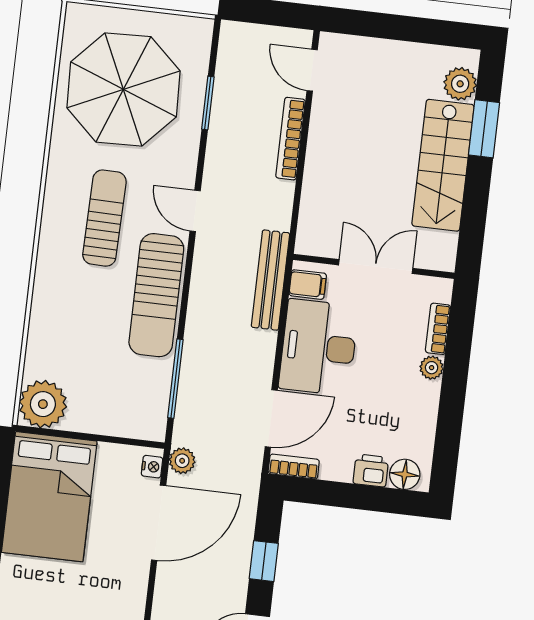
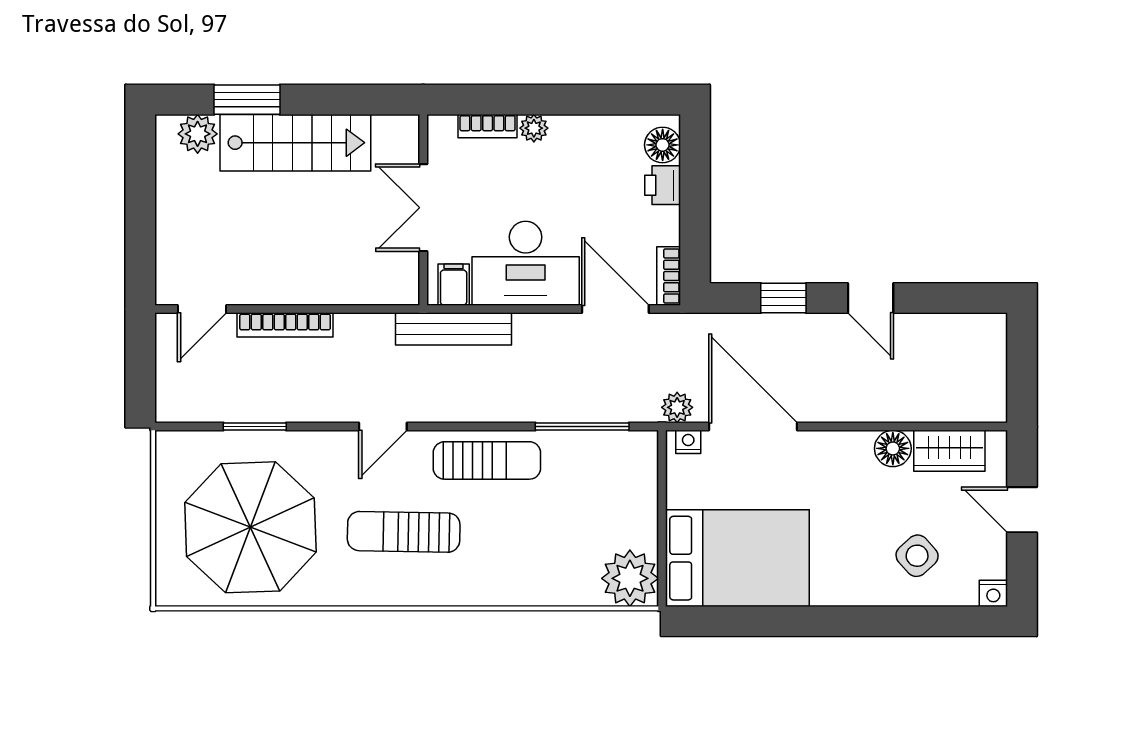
sun lounger: (156, 295) -> (487, 460), width x0.73, depth x0.75

